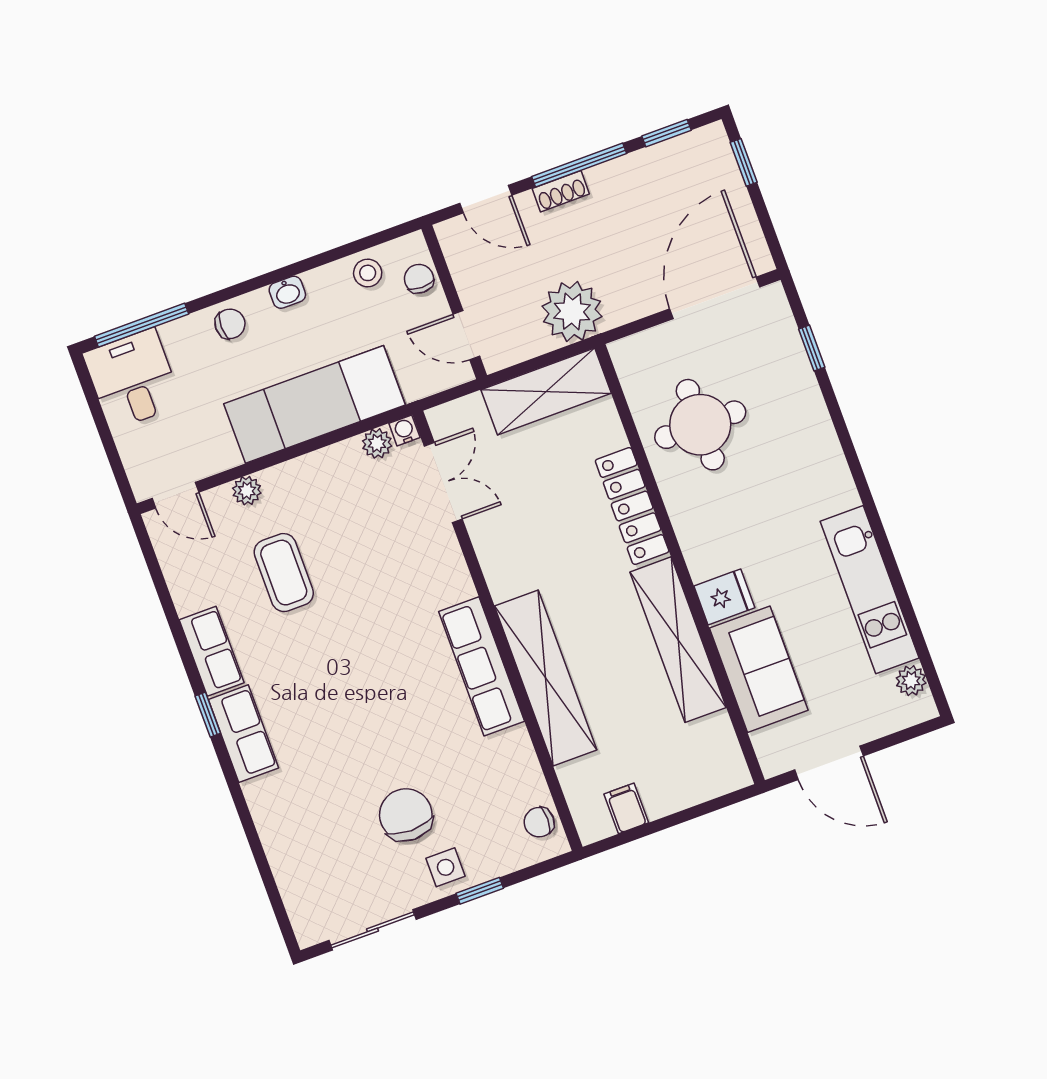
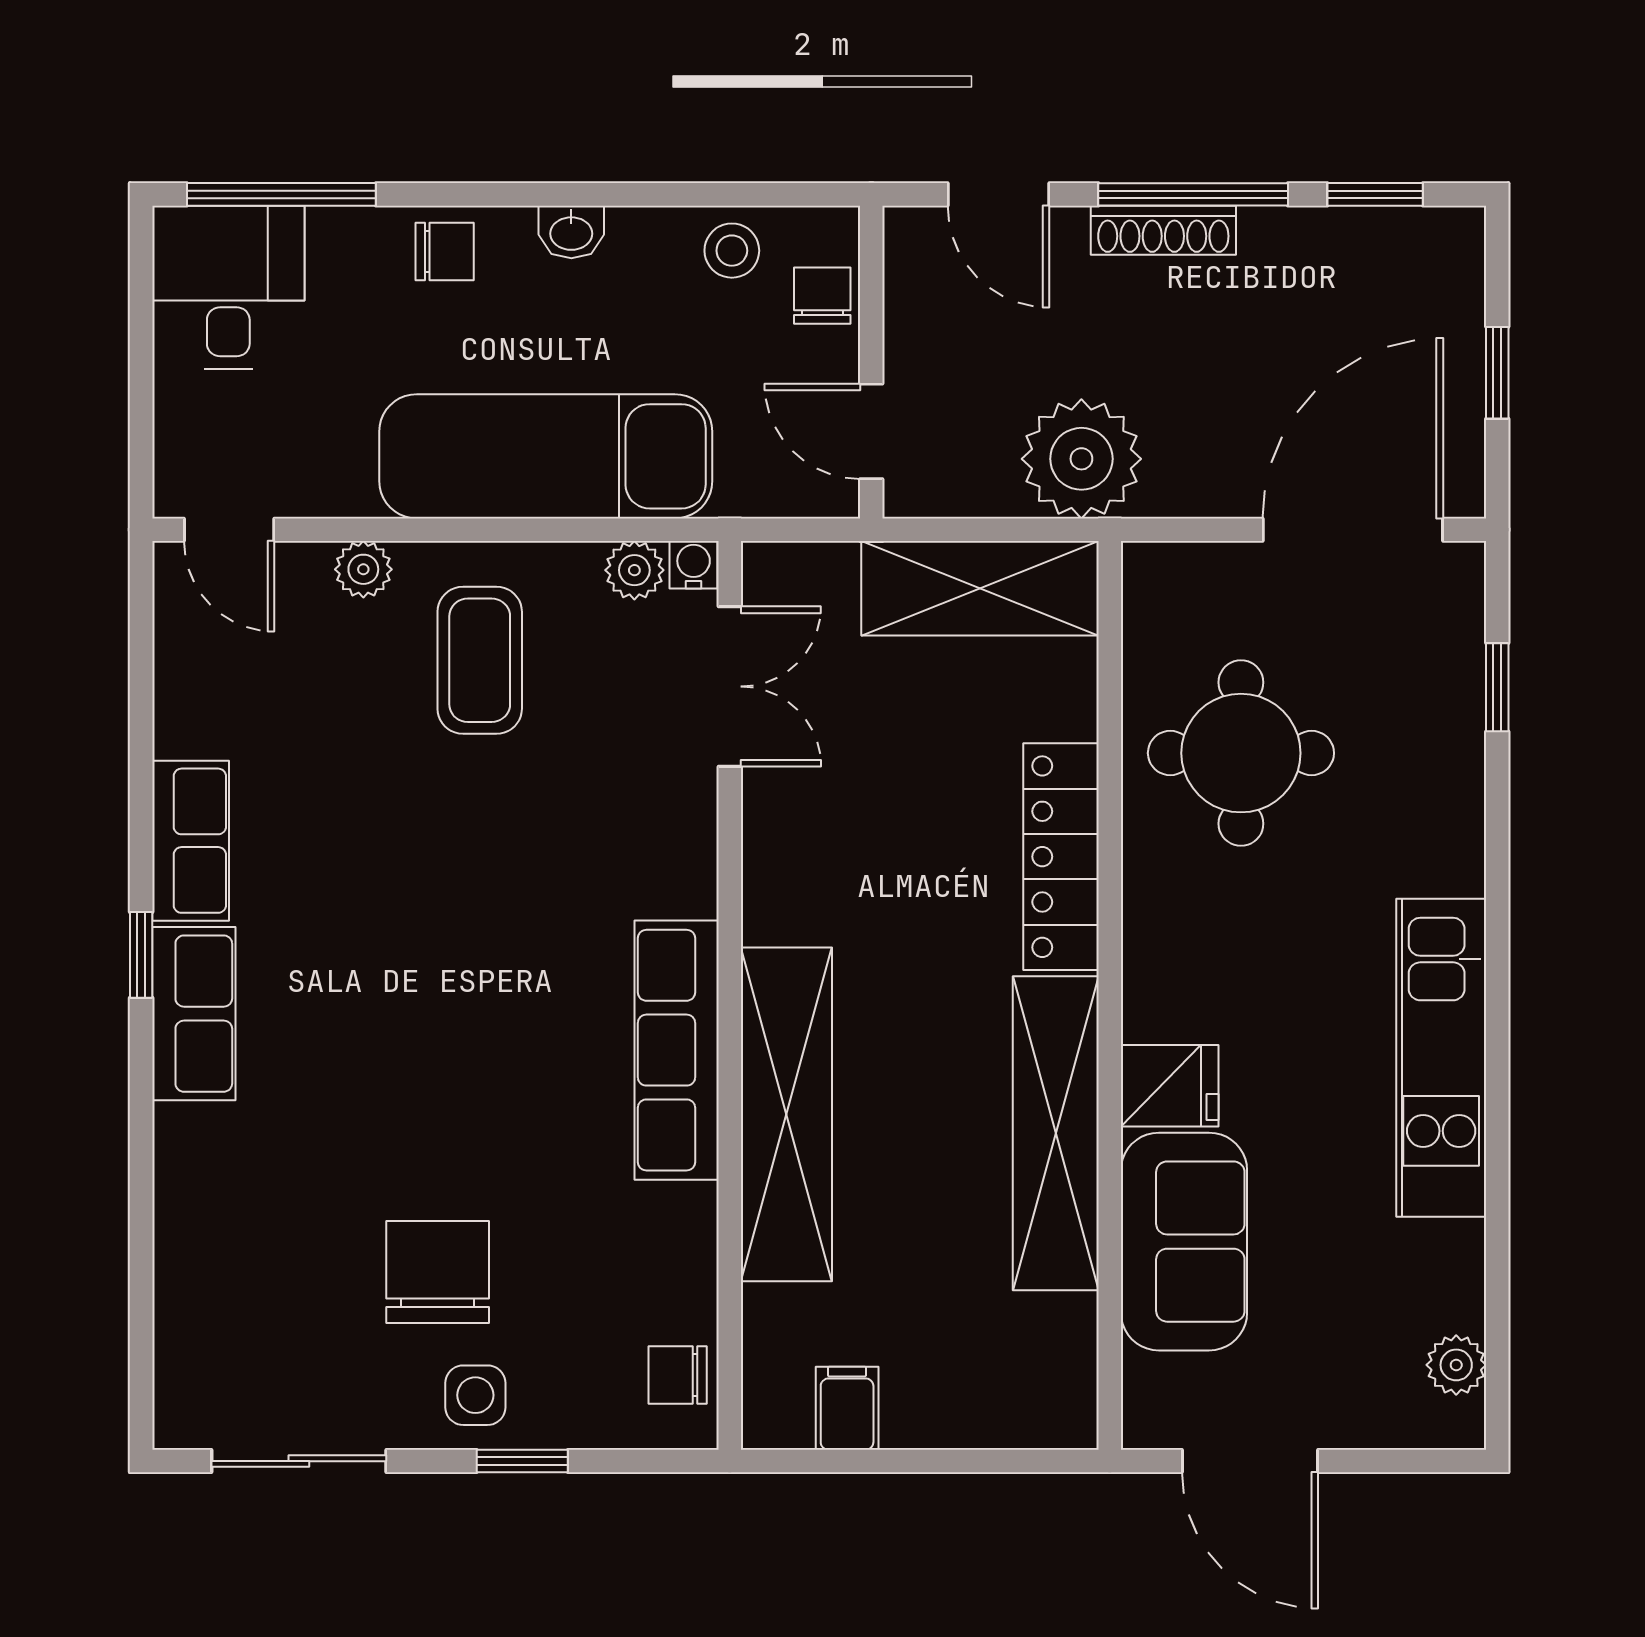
window: (744, 162) -> (1497, 373), moved
shoe rack: (561, 191) -> (1163, 230), width x1.43
coffee table: (284, 573) -> (480, 660), moved
kitchen unit: (870, 590) -> (1441, 1058), moved

